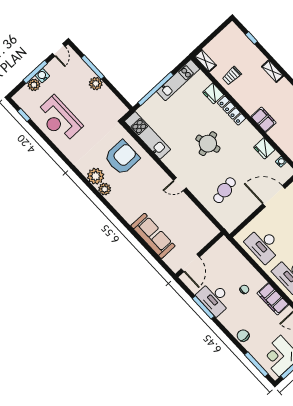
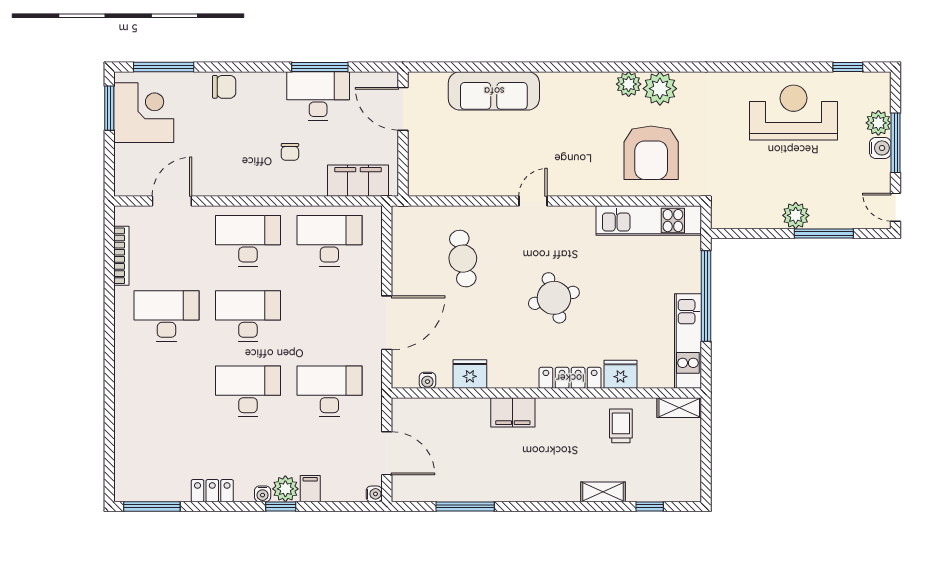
shelving: (273, 71) -> (603, 492), moved
filing cabinet: (273, 299) -> (358, 181), moved

